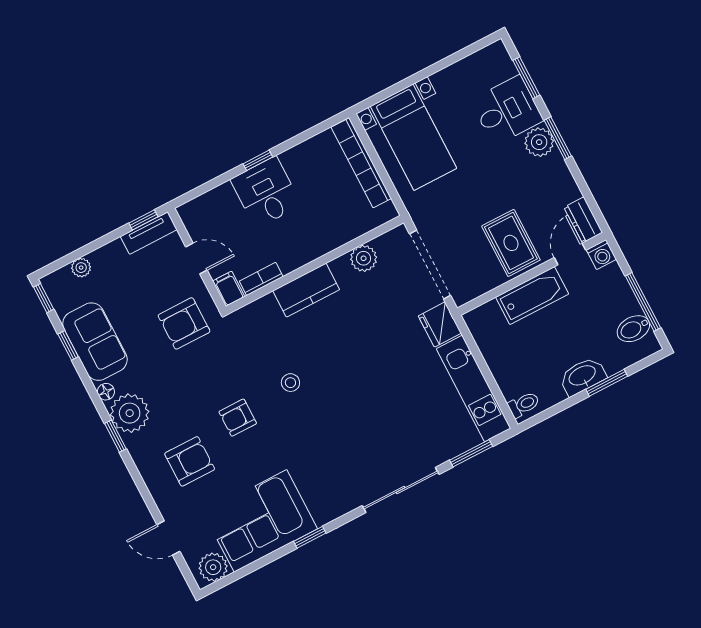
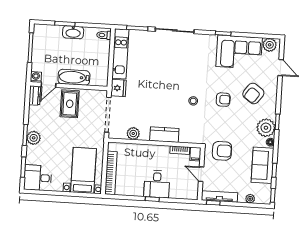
desk: (507, 110) -> (38, 178), moved
tv unit: (149, 233) -> (219, 196), width x1.41
bidet: (633, 329) -> (41, 39), removed
armchair: (190, 461) -> (253, 93), turned -54

